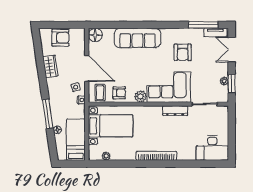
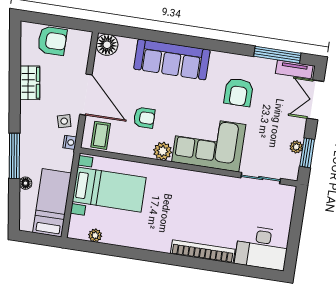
armchair: (119, 93) -> (144, 118), moved
dresser: (175, 111) -> (213, 181), removed
bookcase: (156, 156) -> (203, 251), moved

